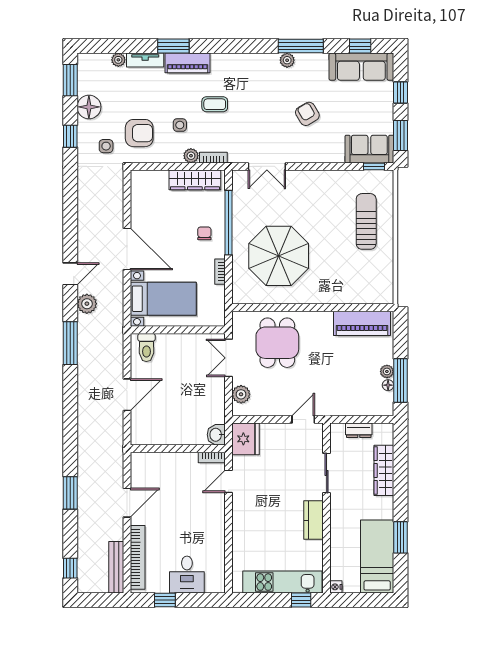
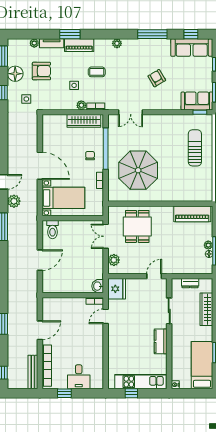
plant: (287, 60) -> (117, 43), moved
armchair: (139, 133) -> (41, 71), moved
window: (301, 600) -> (131, 393), moved

